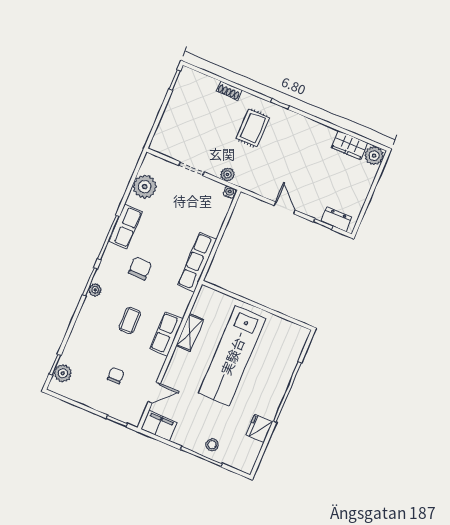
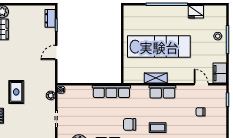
rug: (253, 128) -> (16, 92), turned 90
coffee table: (130, 320) -> (158, 128), moved

